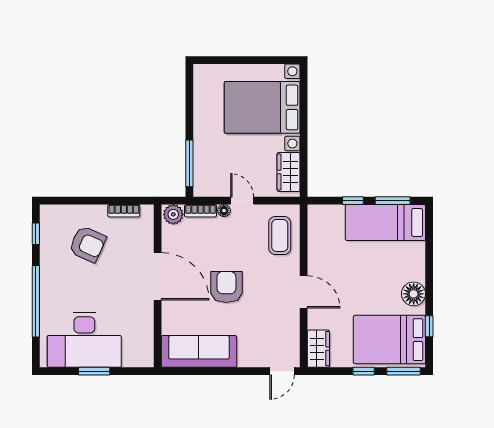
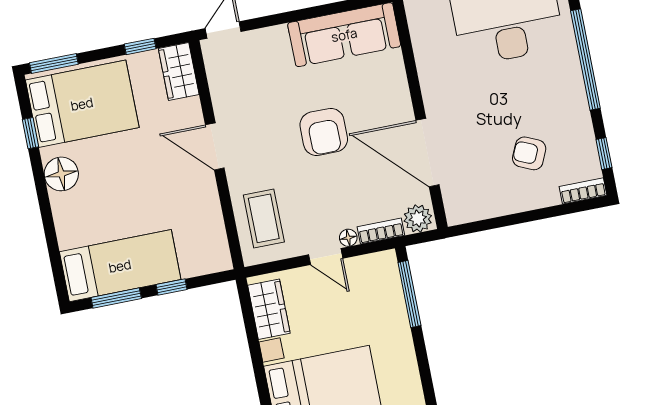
bookcase: (124, 211) -> (583, 191), moved
armchair: (87, 244) -> (529, 153), width x0.72, depth x0.72
door: (158, 276) -> (428, 153), moved
window: (364, 371) -> (140, 46), moved

